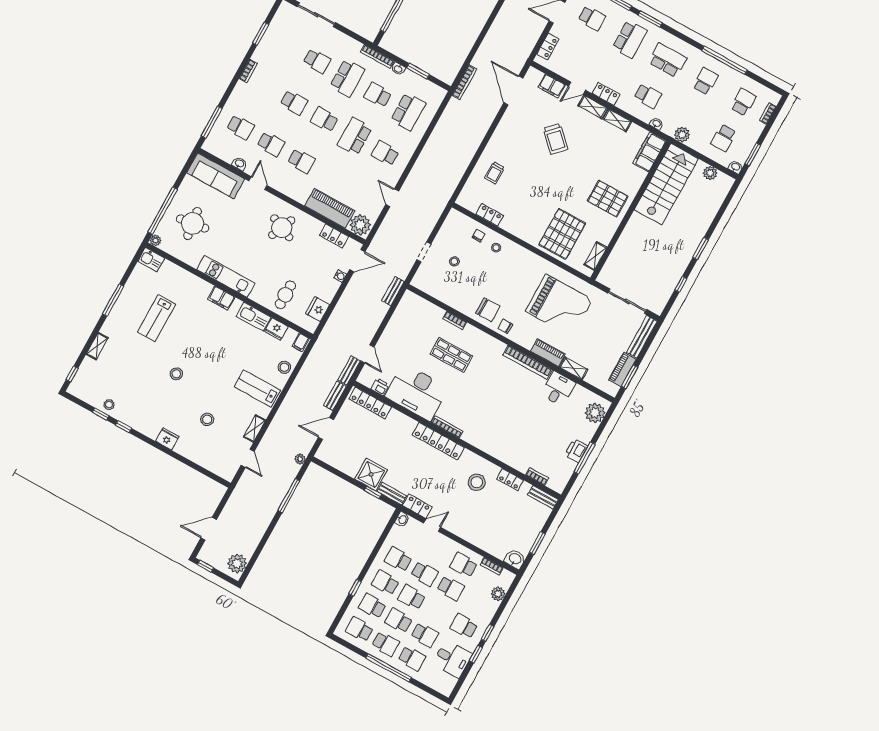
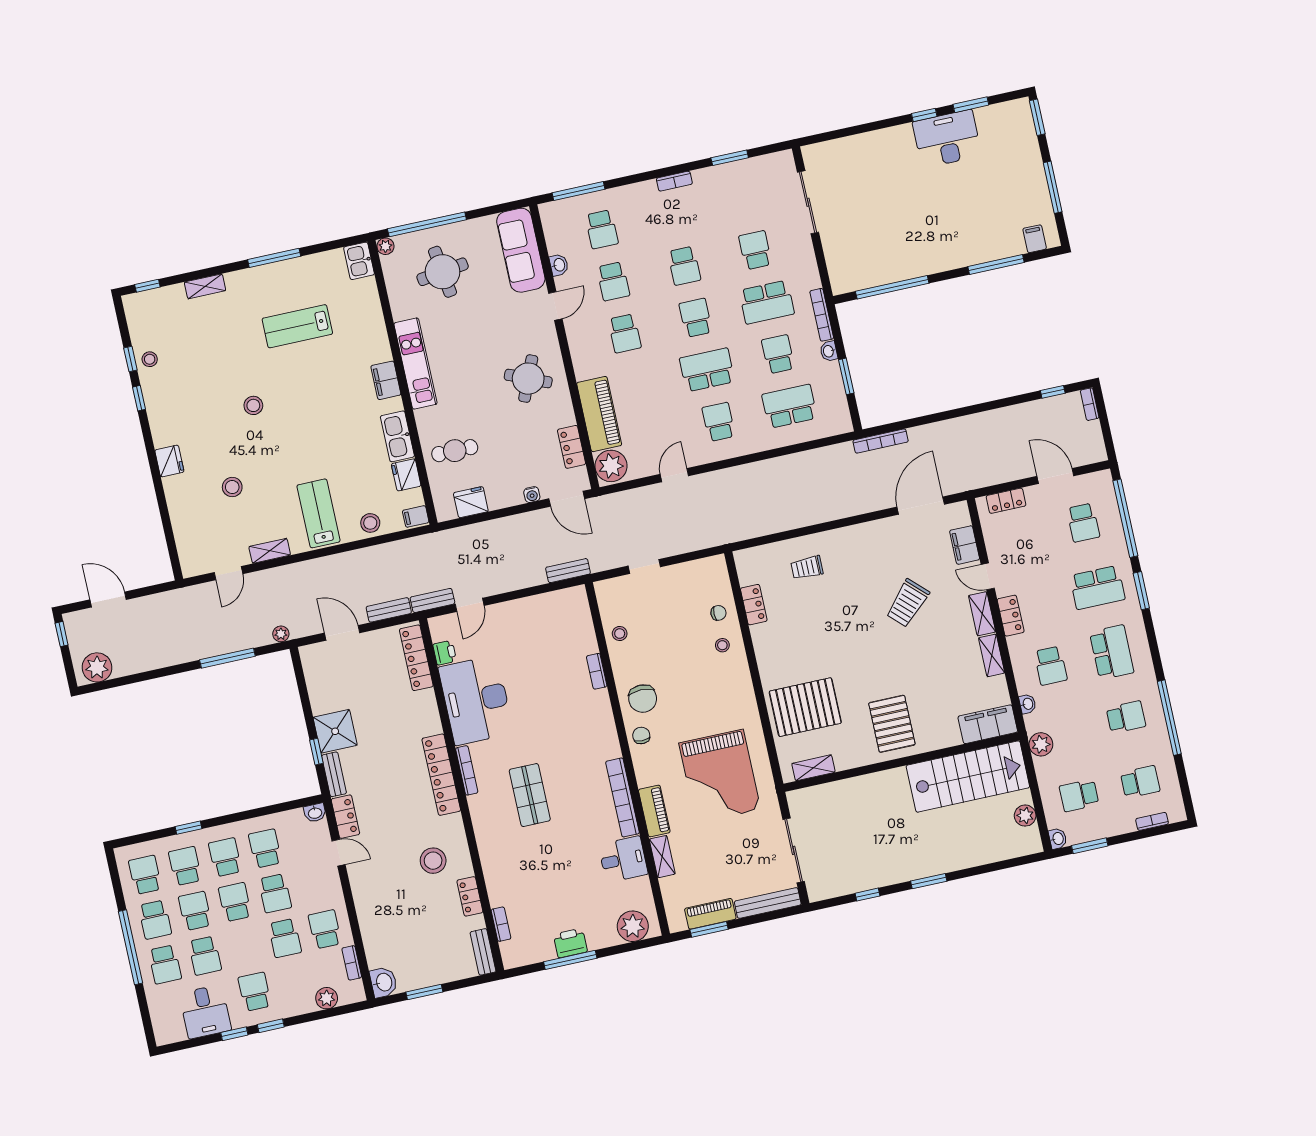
school desk: (317, 61) -> (755, 250), turned 180
school desk: (408, 112) -> (790, 406), turned 180
stool: (454, 261) -> (620, 634), moved
shop shelf: (451, 355) -> (530, 795), moved

